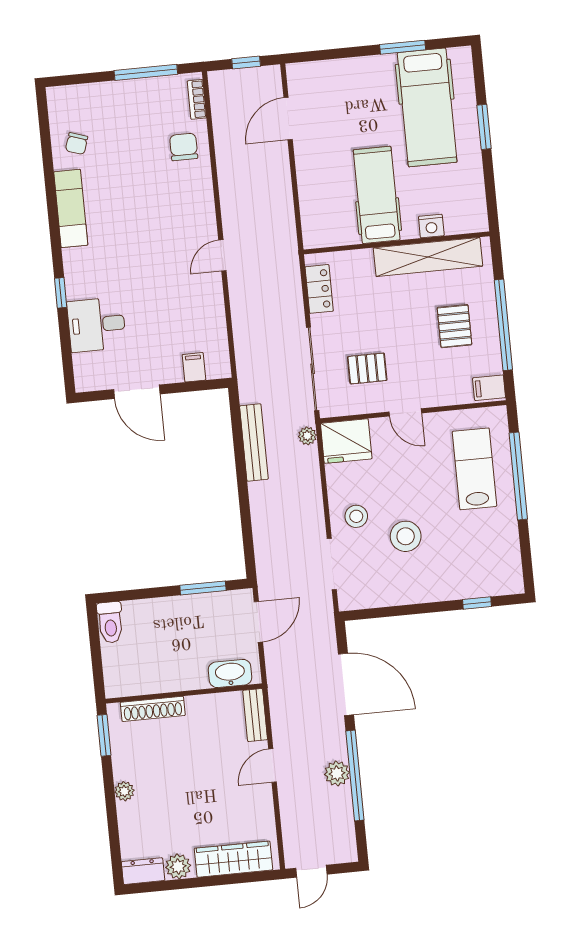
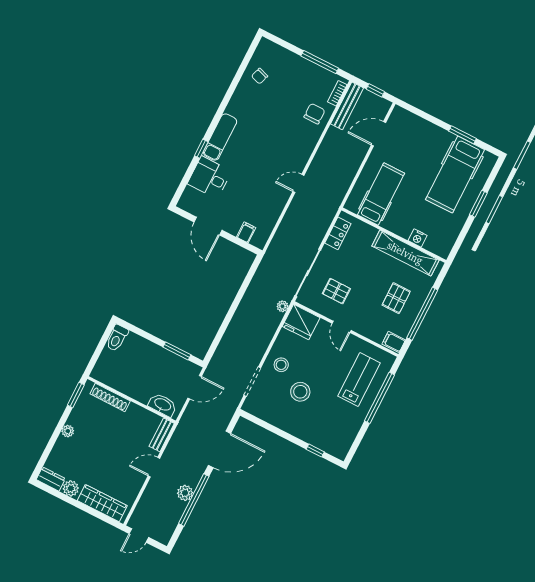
hospital bed: (377, 195) -> (381, 194), moved
exam couch: (71, 208) -> (220, 137), moved
bench: (254, 443) -> (347, 106), moved
door: (346, 684) -> (220, 449), hinge flipped

